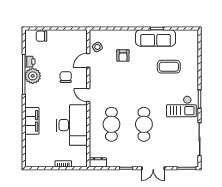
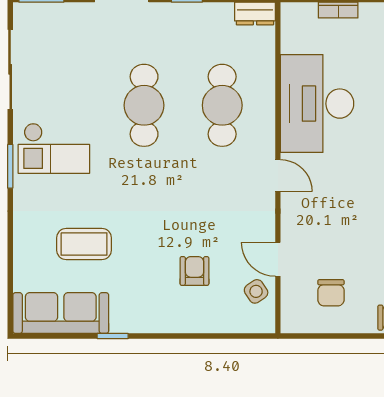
sofa: (156, 38) -> (61, 313), moved
door: (88, 60) -> (278, 259), swing flipped
chair: (66, 77) -> (331, 293), moved
checkout: (181, 106) -> (54, 148), turned 180

